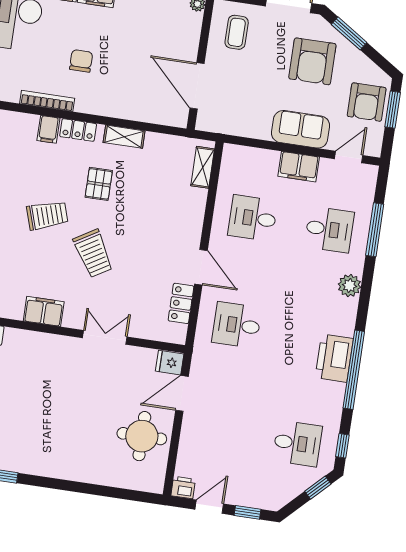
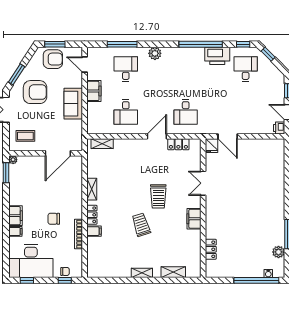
sofa: (301, 129) -> (73, 104), moved
pallet: (99, 184) -> (120, 199), removed
trolley: (93, 253) -> (158, 196), turned 121
printer: (334, 358) -> (217, 56), moved
round table: (142, 436) -> (254, 155), removed

